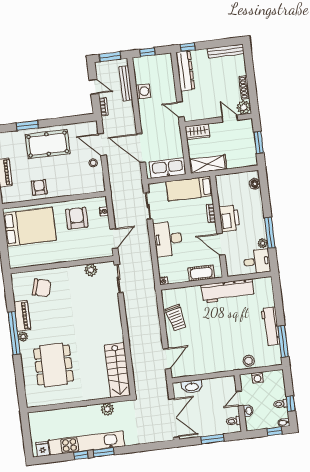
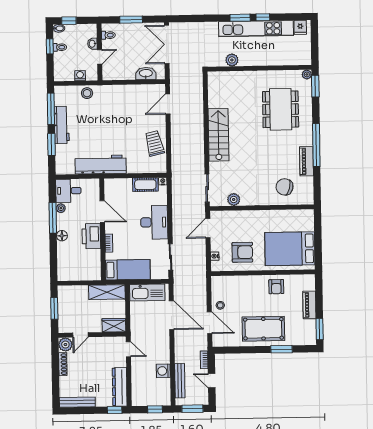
door: (230, 119) -> (80, 335), hinge flipped
floor lamp: (255, 184) -> (62, 236), moved
armchair: (77, 218) -> (242, 252), turned -90
cot: (201, 273) -> (145, 185), moved
window: (279, 306) -> (51, 145), added
plant: (23, 337) -> (307, 74), moved
stairs: (117, 370) -> (218, 135), moved
window: (21, 392) -> (315, 86), added

